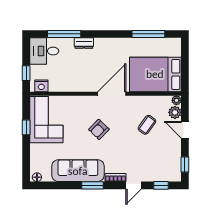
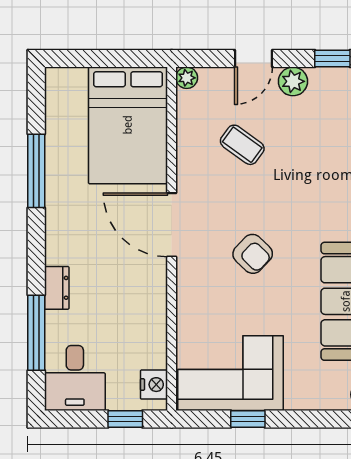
window: (148, 34) -> (36, 171), moved
plant: (175, 112) -> (293, 81), moved

